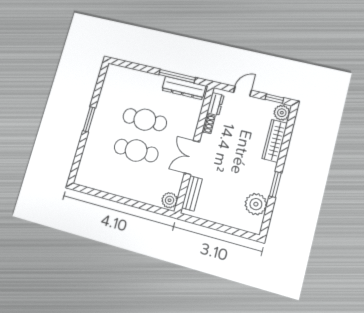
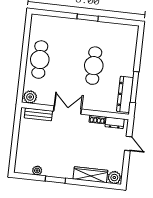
window: (274, 99) -> (125, 170), removed
cafe table: (136, 150) -> (40, 60), moved
plant: (256, 204) -> (37, 171), width x0.53, depth x0.53

